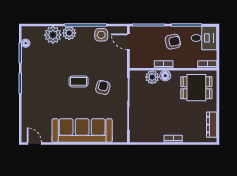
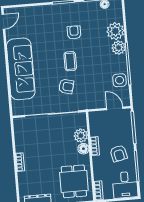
door: (128, 42) -> (115, 108), hinge flipped
armchair: (51, 75) -> (74, 32), added

